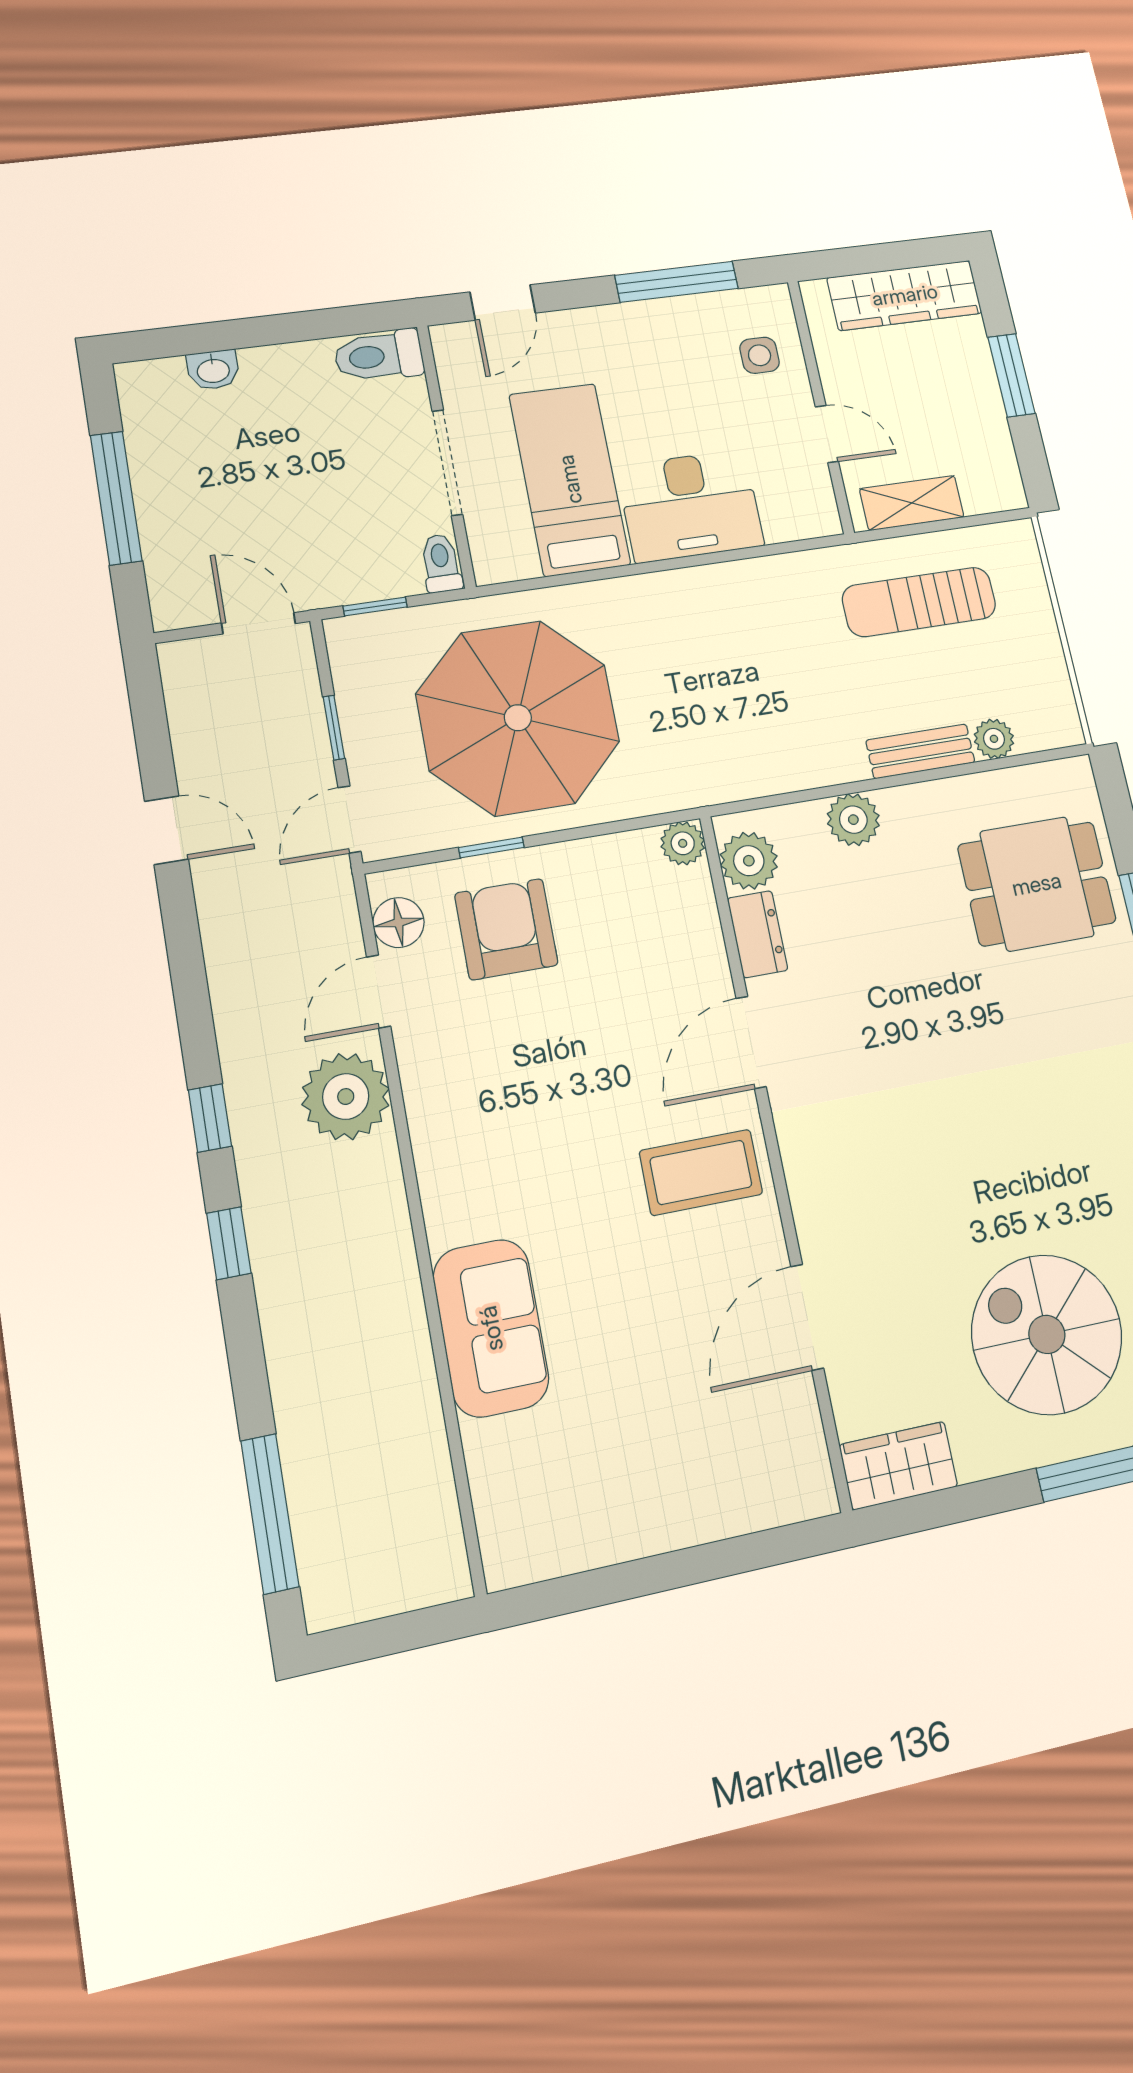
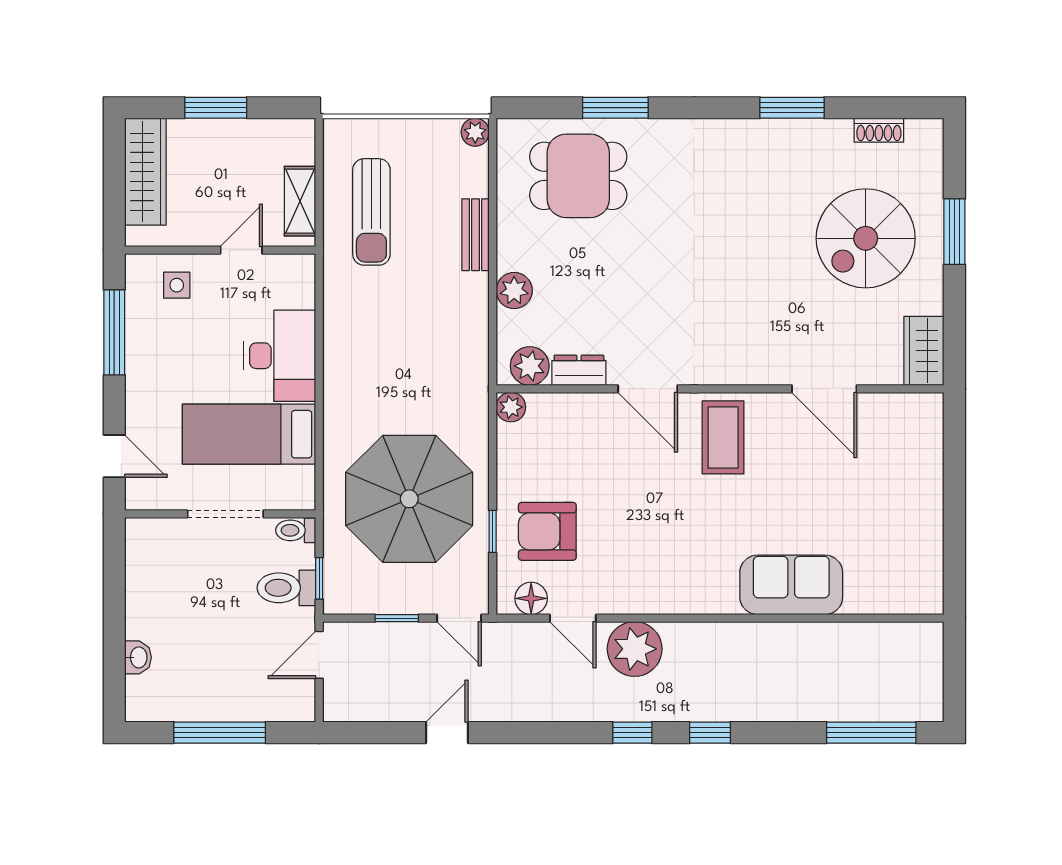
toilet: (379, 356) -> (286, 588), moved, turned 90
plant: (994, 739) -> (475, 132), moved
dining table: (1037, 884) -> (578, 176), turned 90

